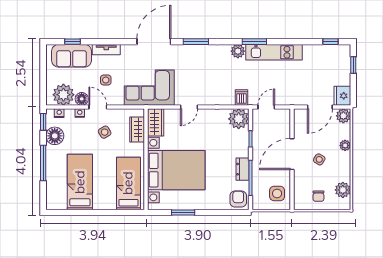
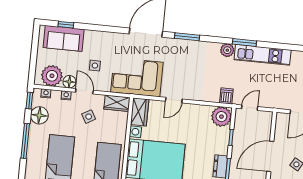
tv unit: (106, 50) -> (98, 36), removed
wardrobe: (137, 129) -> (117, 103), moved, turned -90

